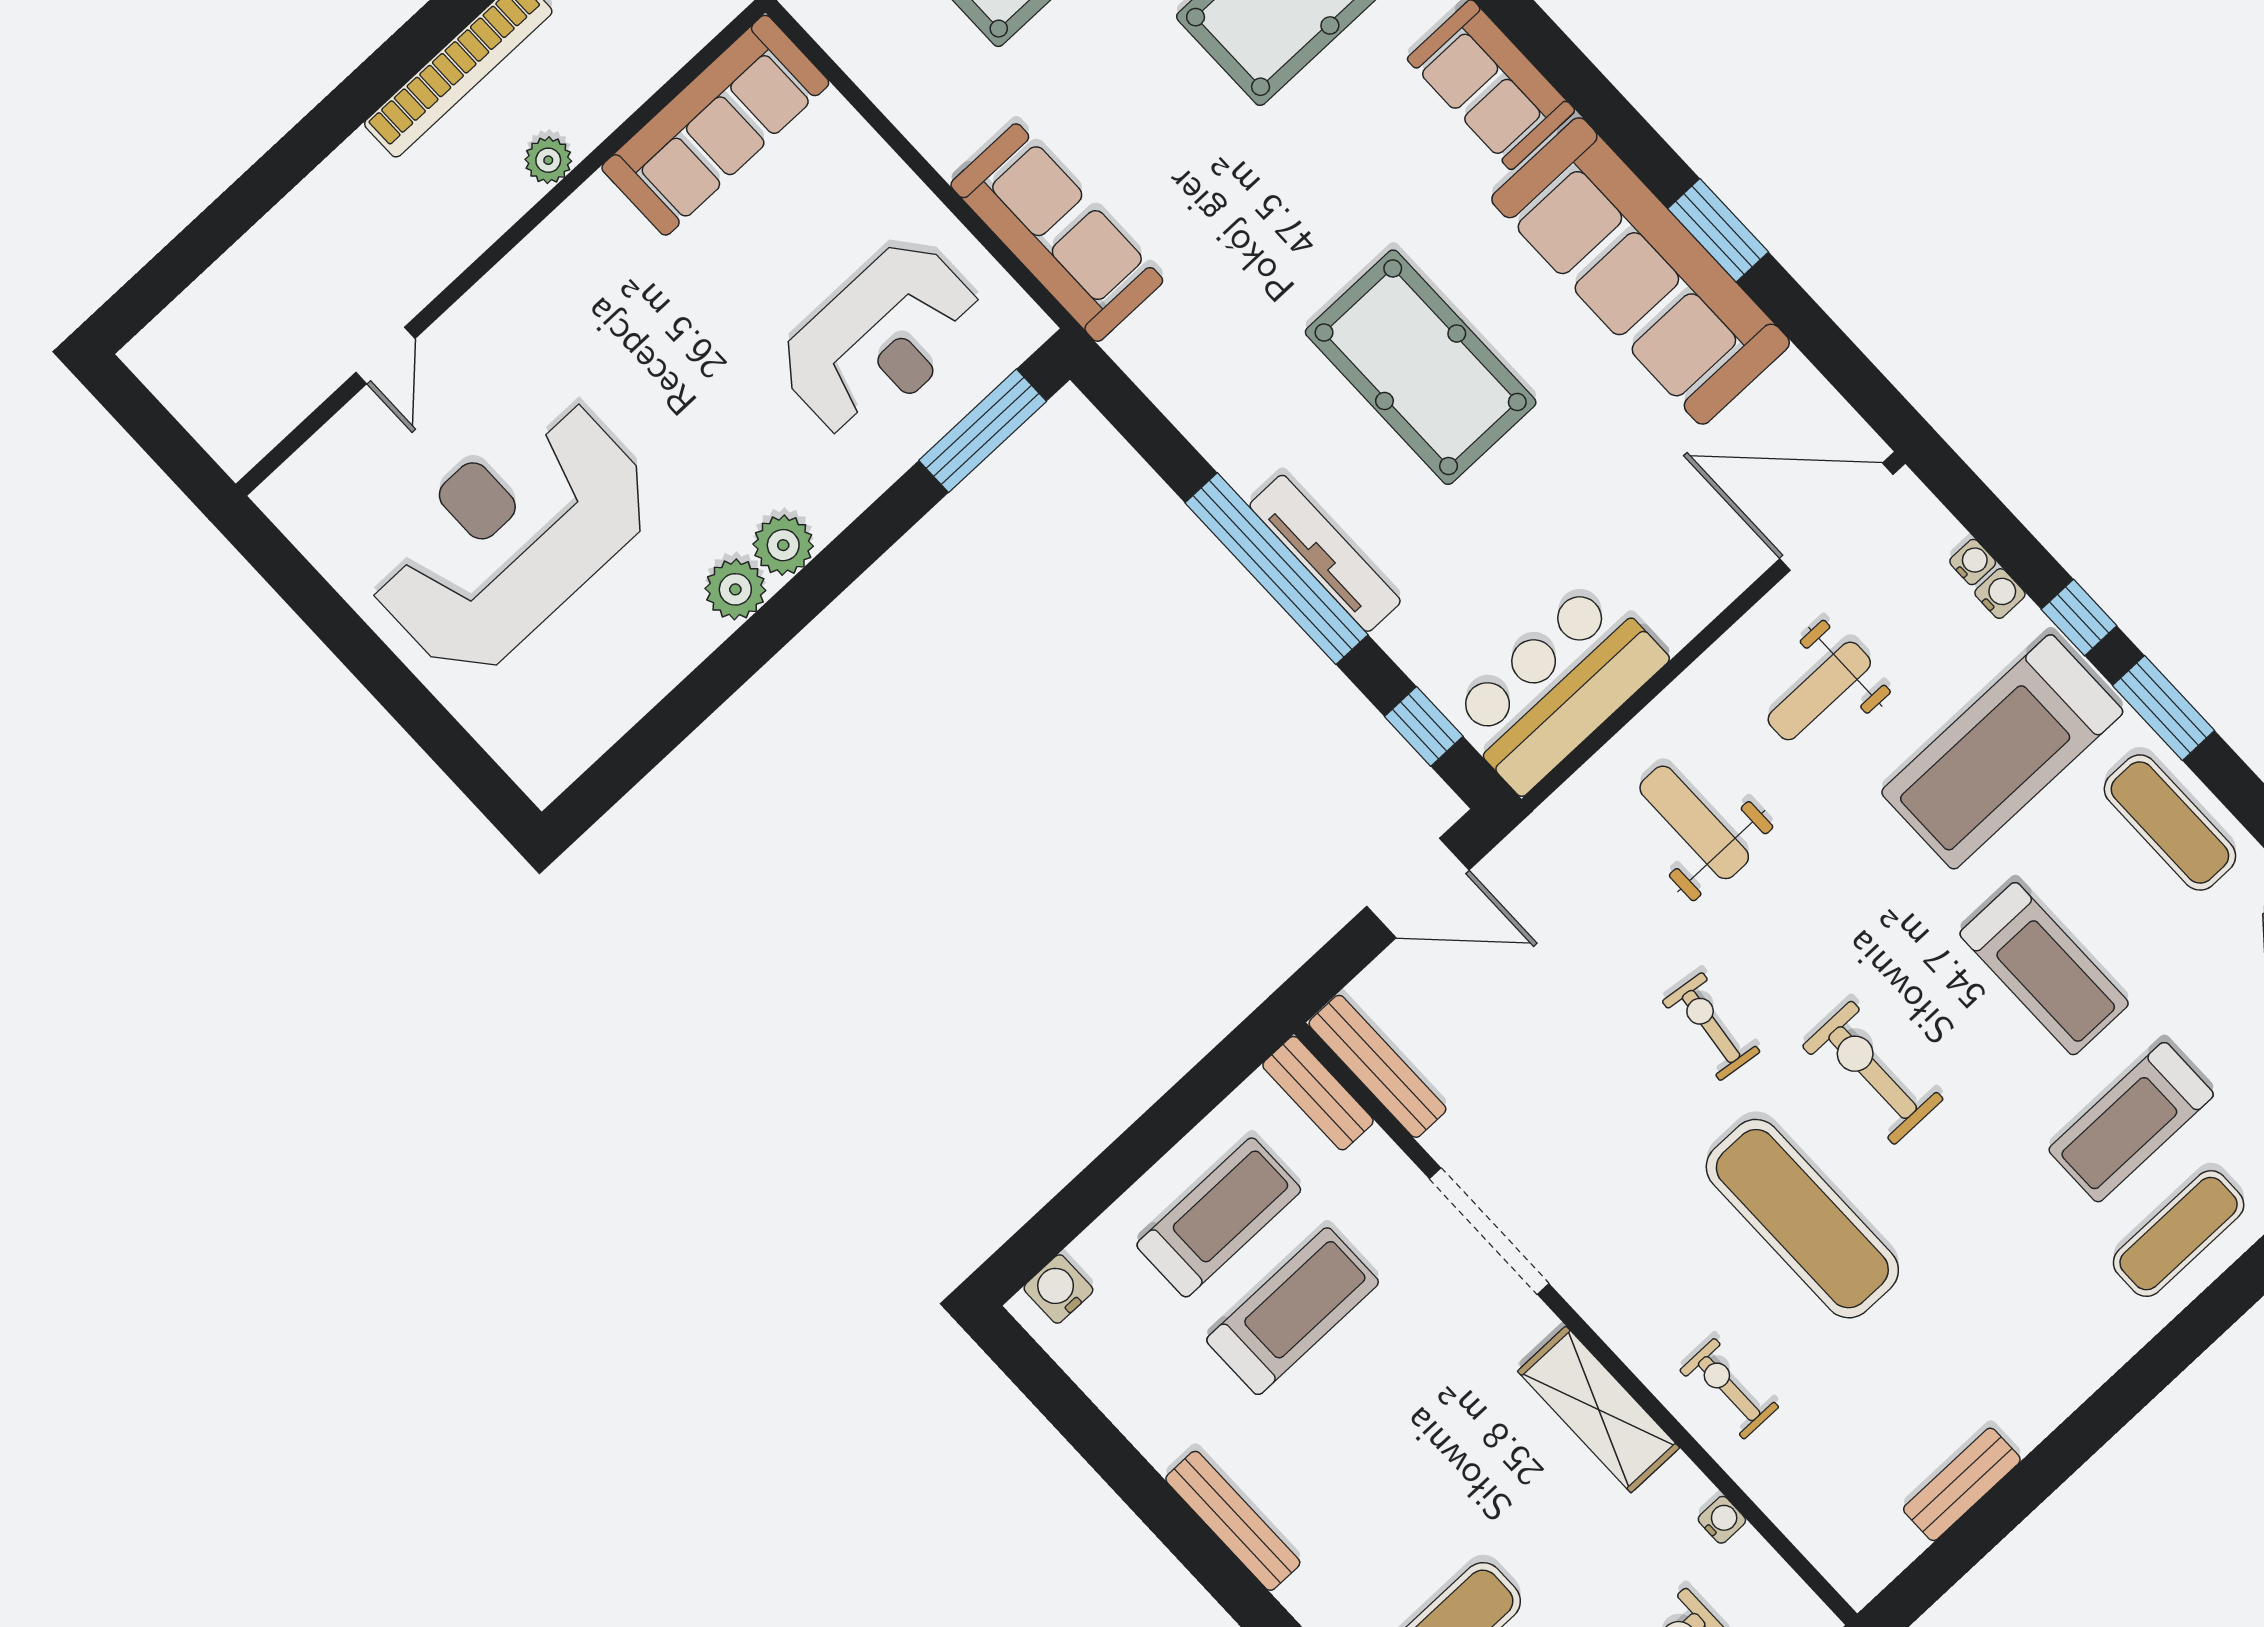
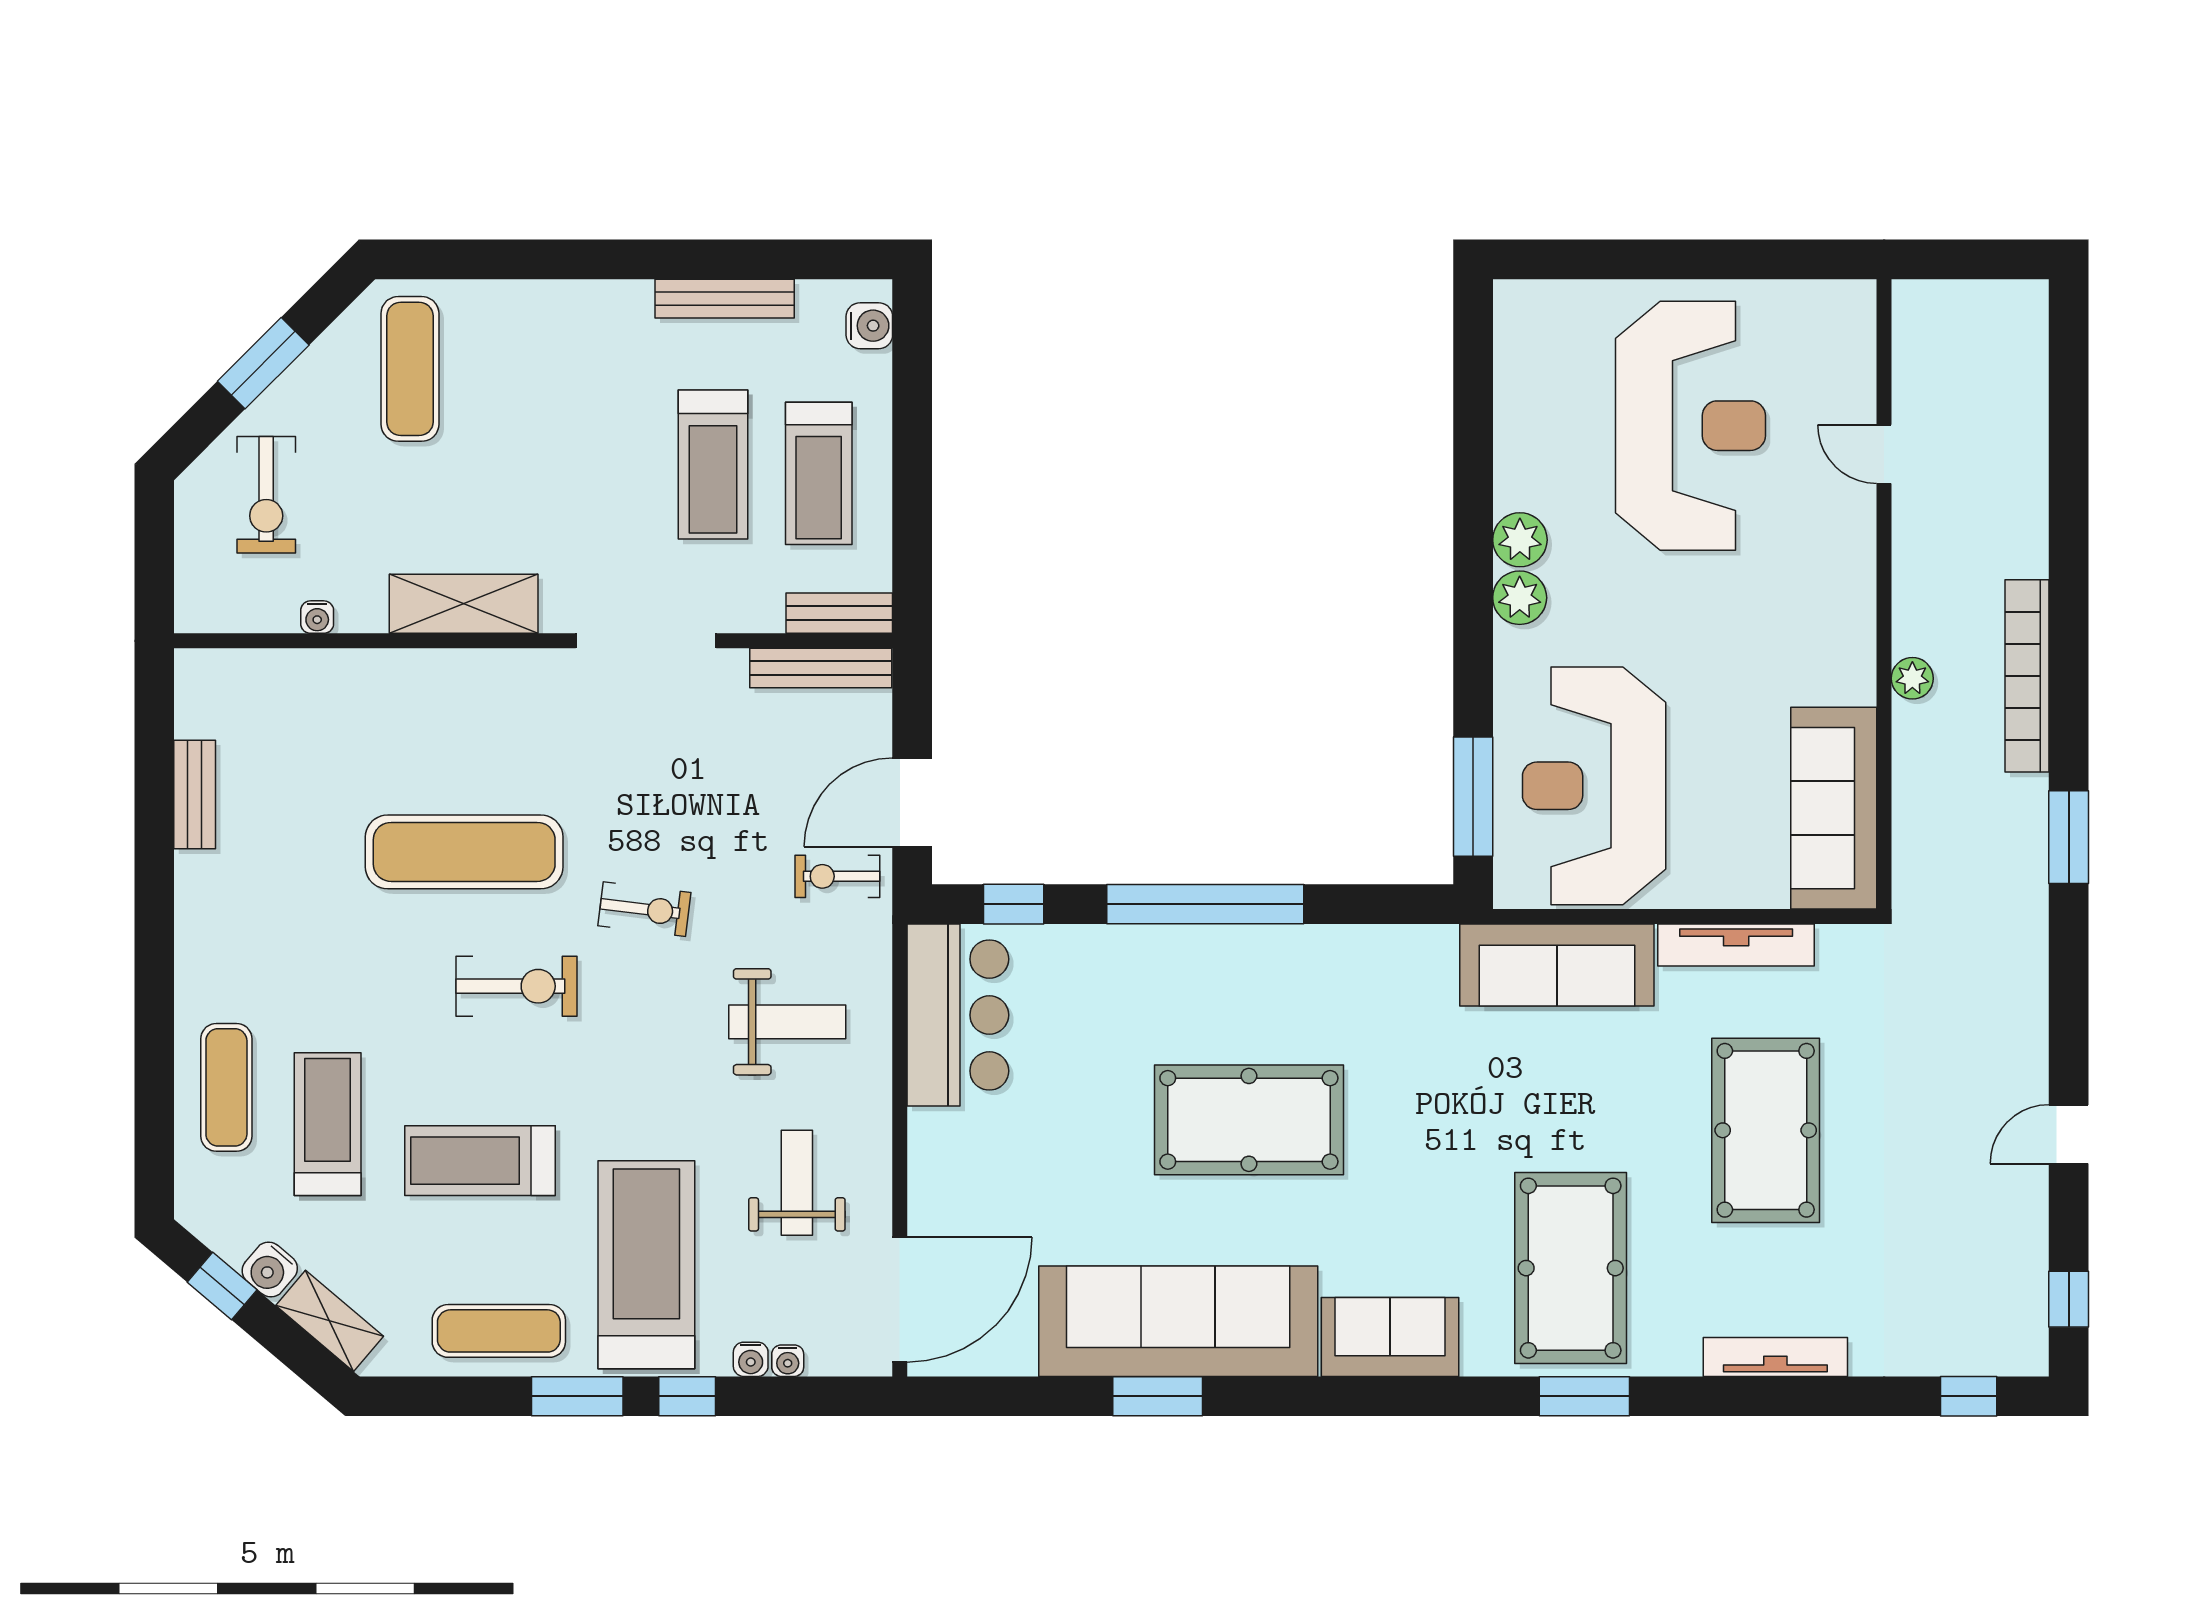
reception desk: (881, 340) -> (1594, 786), width x1.36, depth x1.30
tv unit: (1325, 553) -> (1736, 945), moved
exercise bike: (1729, 1389) -> (837, 876), moved, turned 180
bench: (1233, 1521) -> (725, 299), moved

